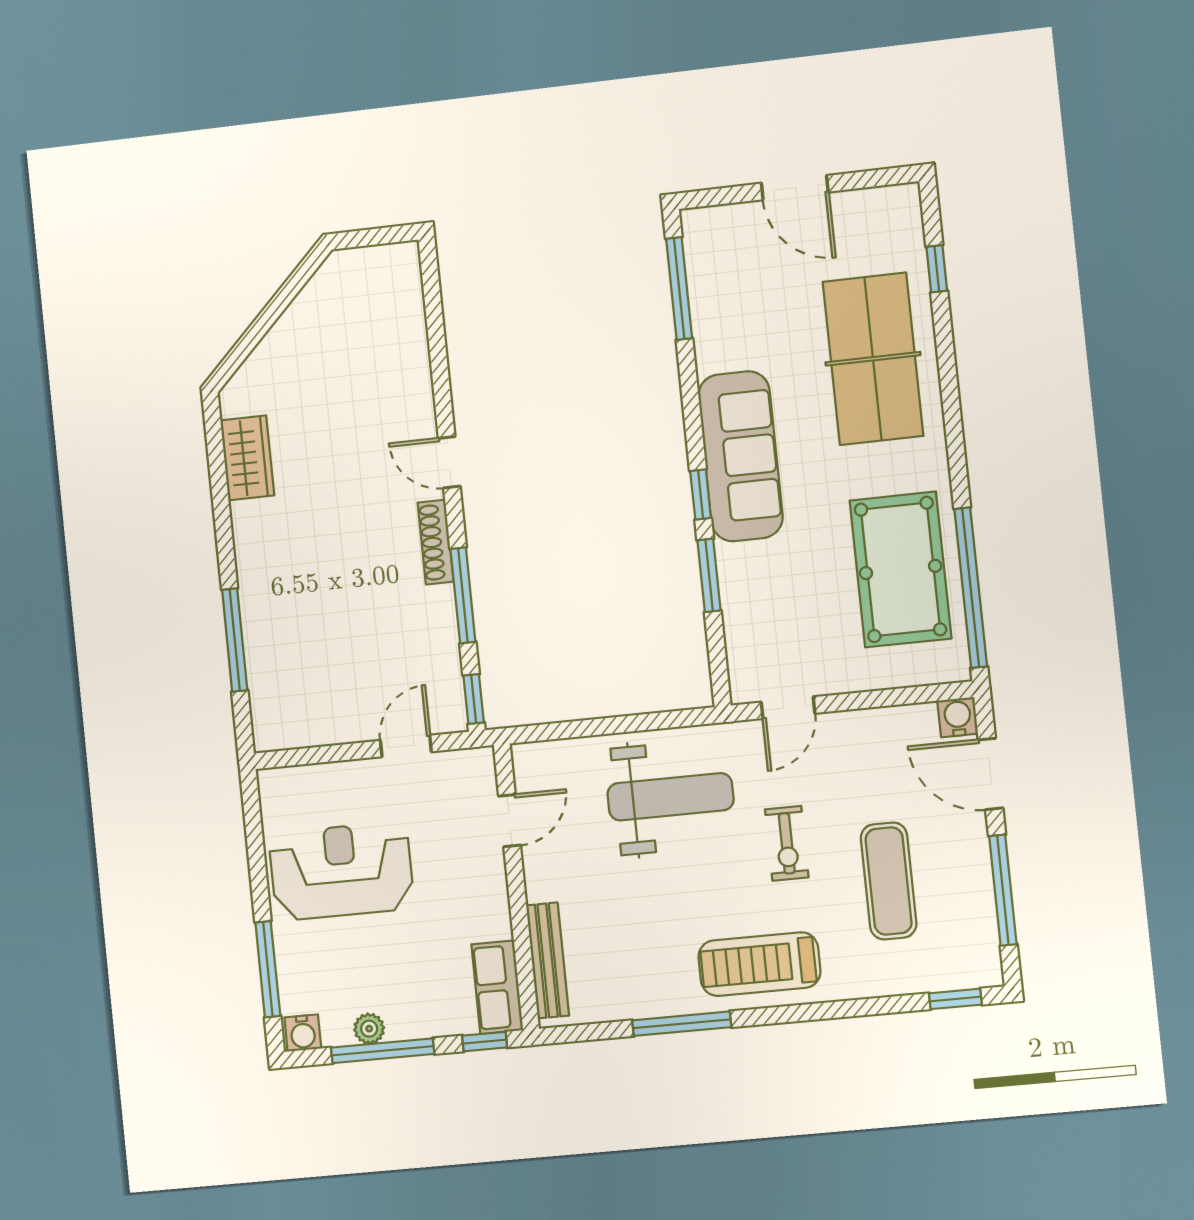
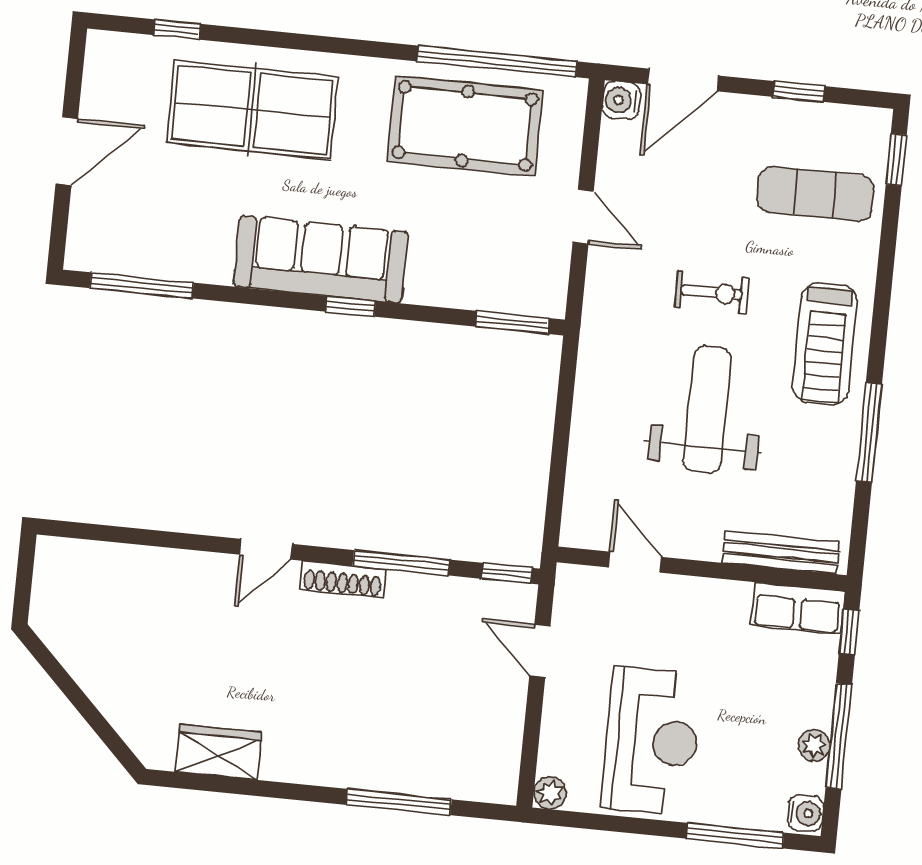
window: (709, 575) -> (512, 322), moved
door: (788, 708) -> (583, 217), moved
plant: (273, 783) -> (550, 793), added
weight bench: (670, 797) -> (707, 410), moved
reception desk: (341, 871) -> (651, 741), turned 180
exercise mat: (889, 881) -> (815, 194), moved
window: (1003, 890) -> (799, 92), width x0.46

